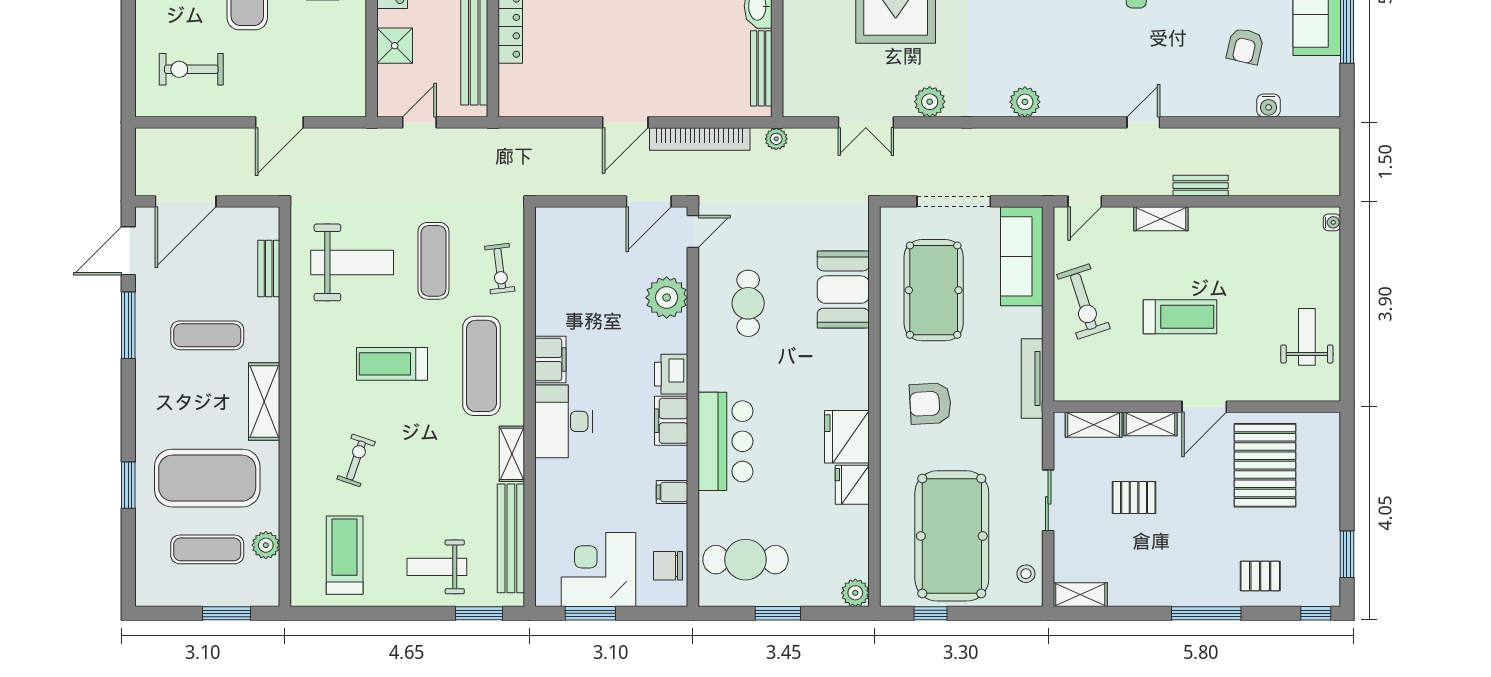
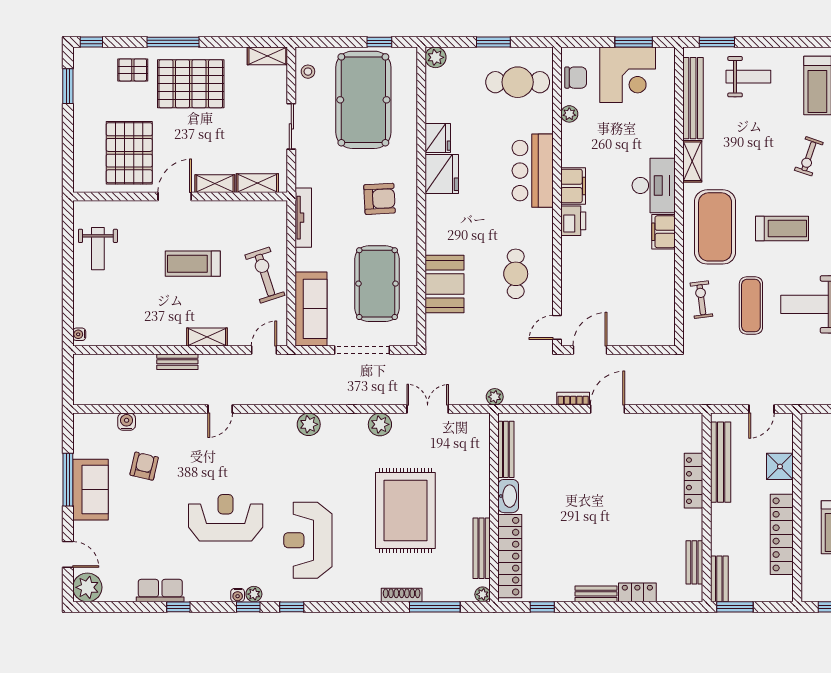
bookcase: (700, 139) -> (573, 399), width x0.43, depth x0.76
plant: (667, 298) -> (569, 114), moved, width x0.53, depth x0.53
exercise mat: (481, 366) -> (715, 227), width x1.47
filing cabinet: (672, 492) -> (573, 133), removed
pallet: (1134, 498) -> (191, 84), moved, width x2.05, depth x2.00

